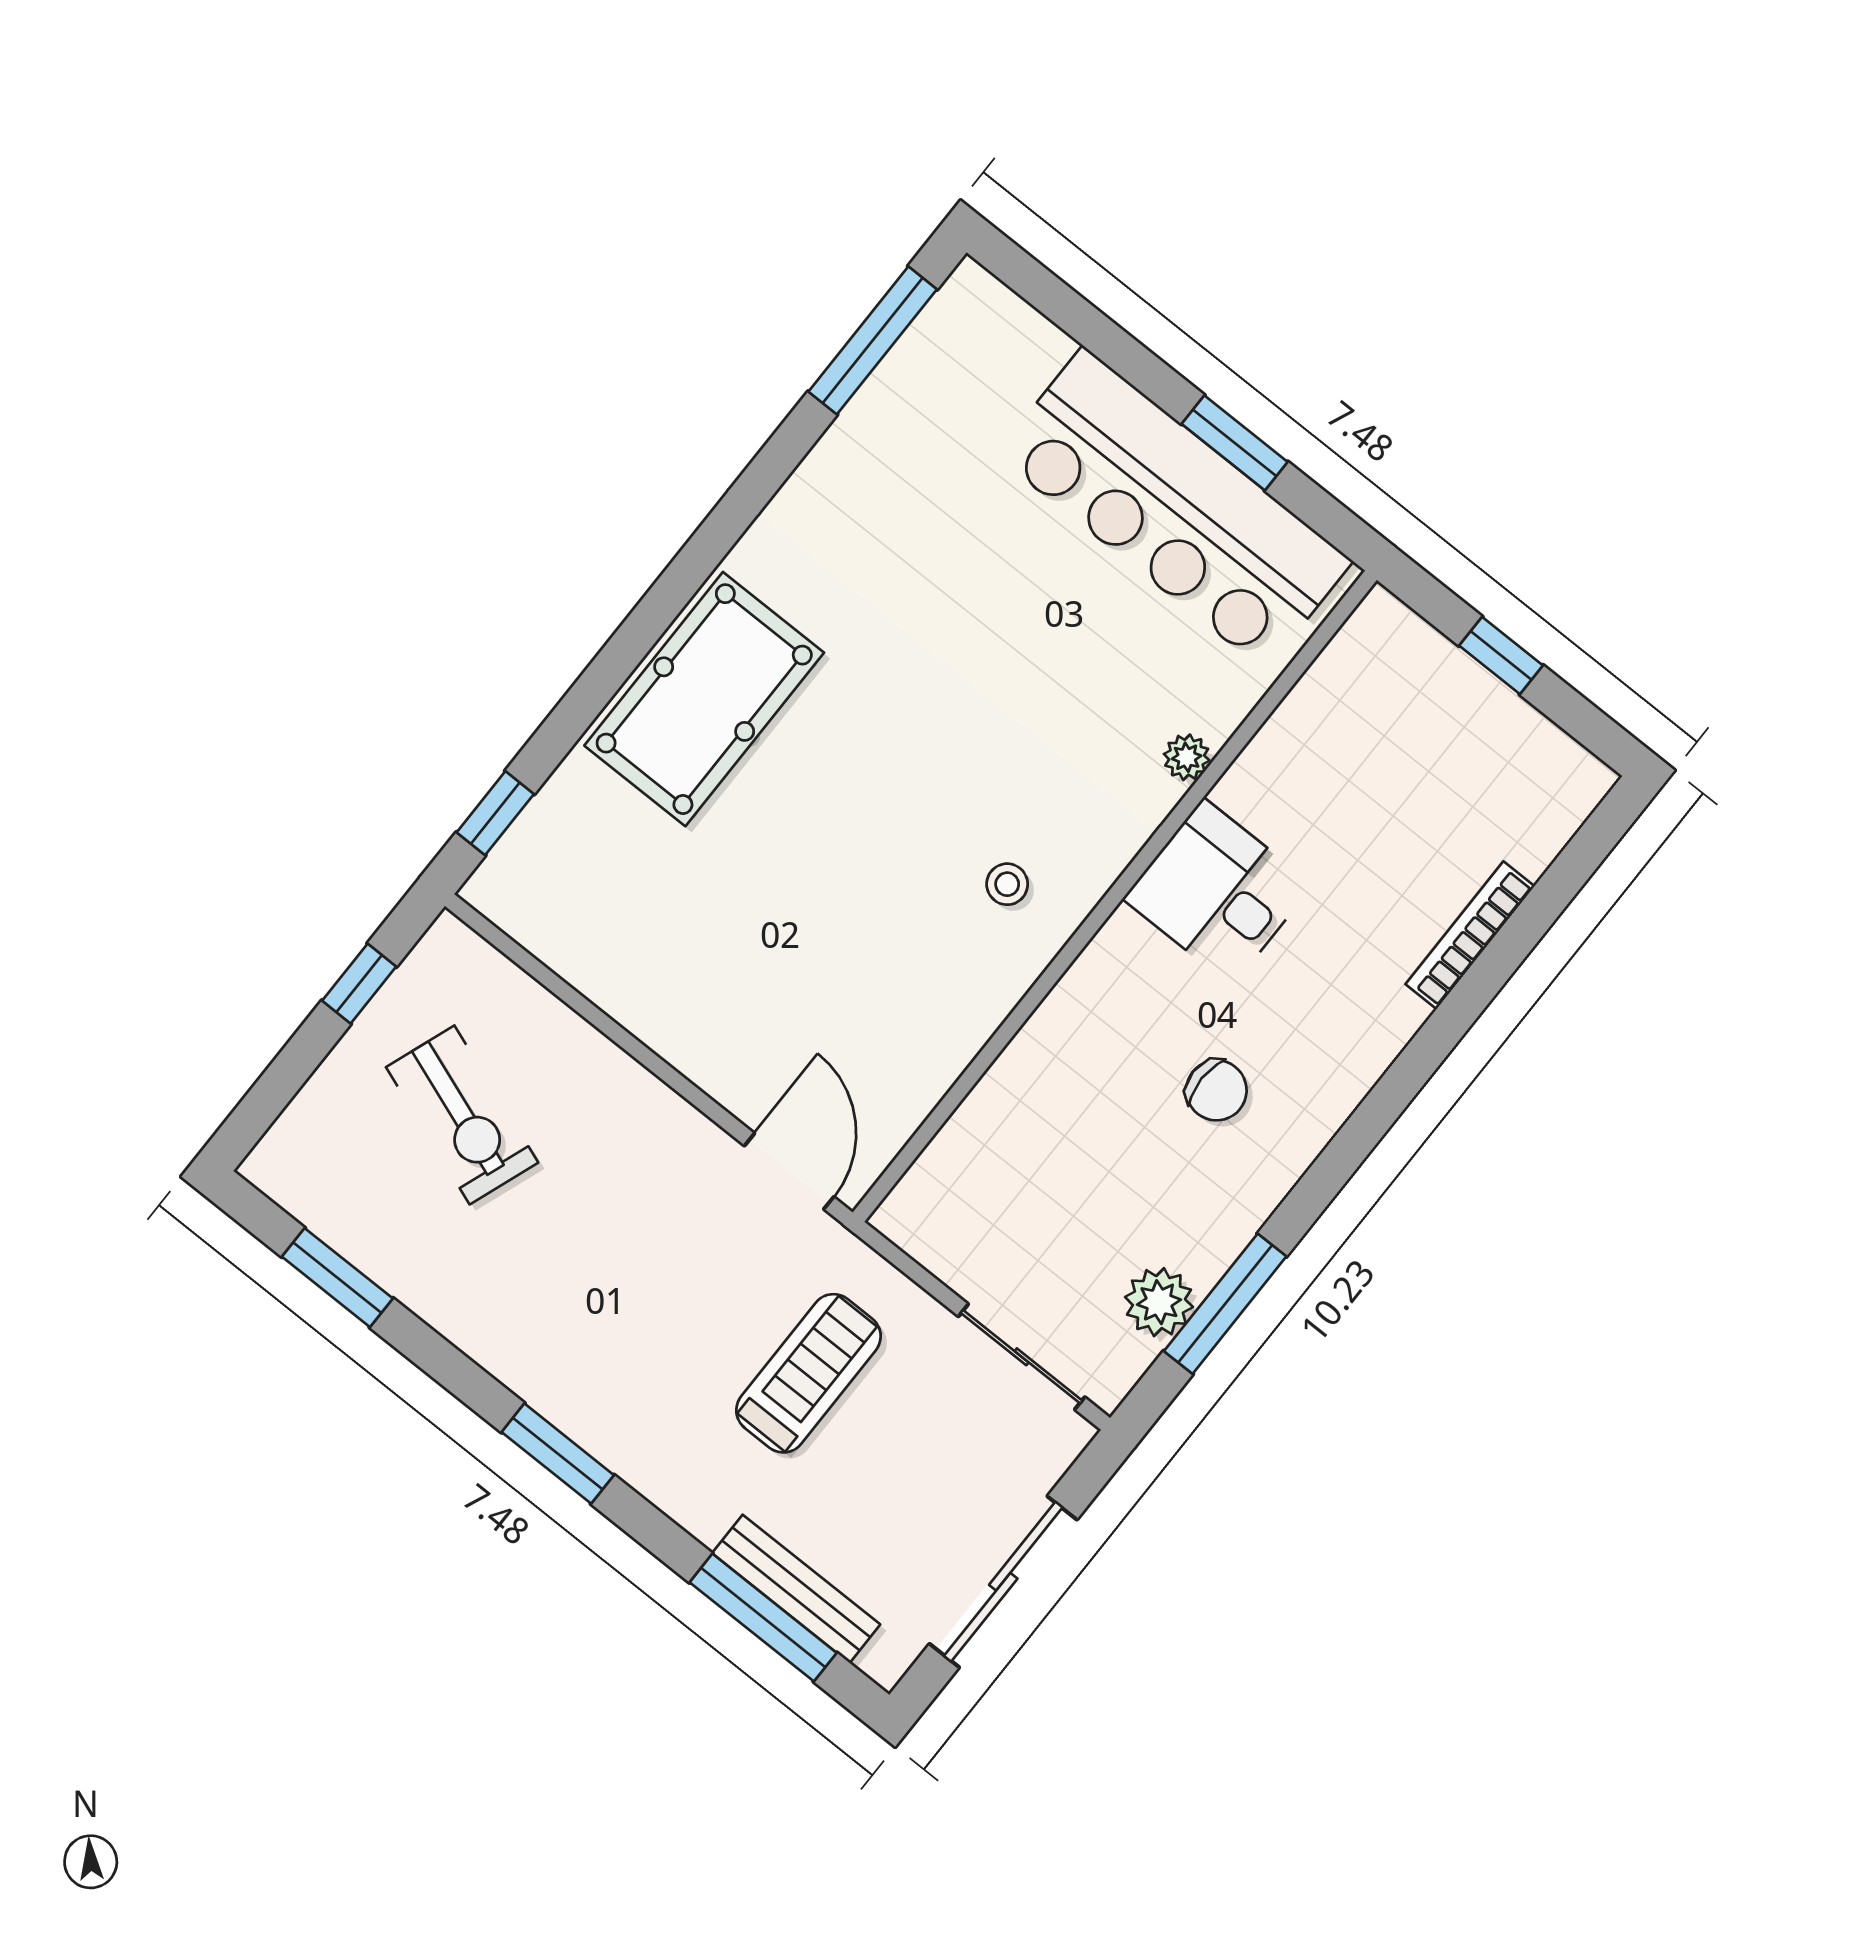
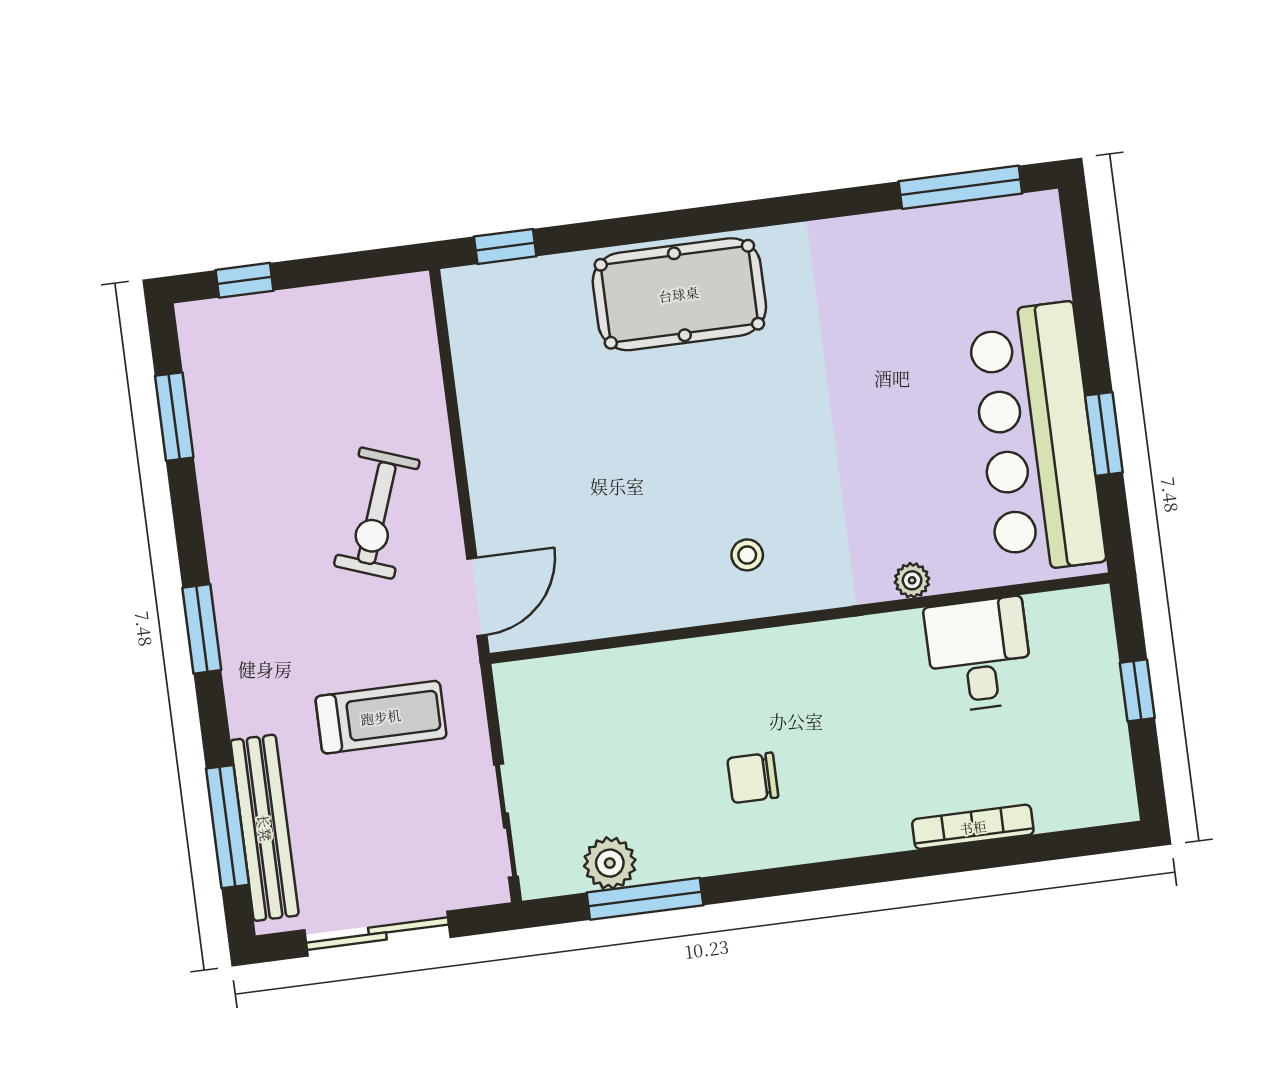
desk: (1218, 892) -> (979, 654), moved
window: (359, 984) -> (244, 280), moved
chair: (1216, 1090) -> (753, 778), turned 90
exercise bike: (462, 1115) -> (377, 513), moved
bench: (796, 1589) -> (265, 828), width x1.37, depth x1.21

